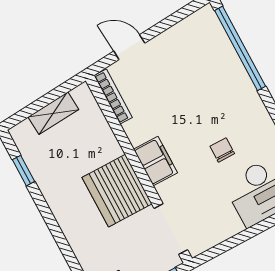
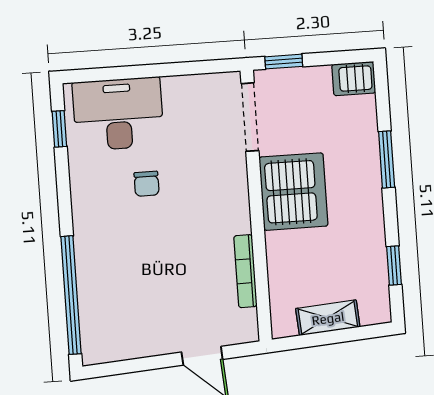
bookcase: (113, 97) -> (245, 271), moved
filing cabinet: (155, 161) -> (232, 206), removed
window: (62, 242) -> (387, 159), added

